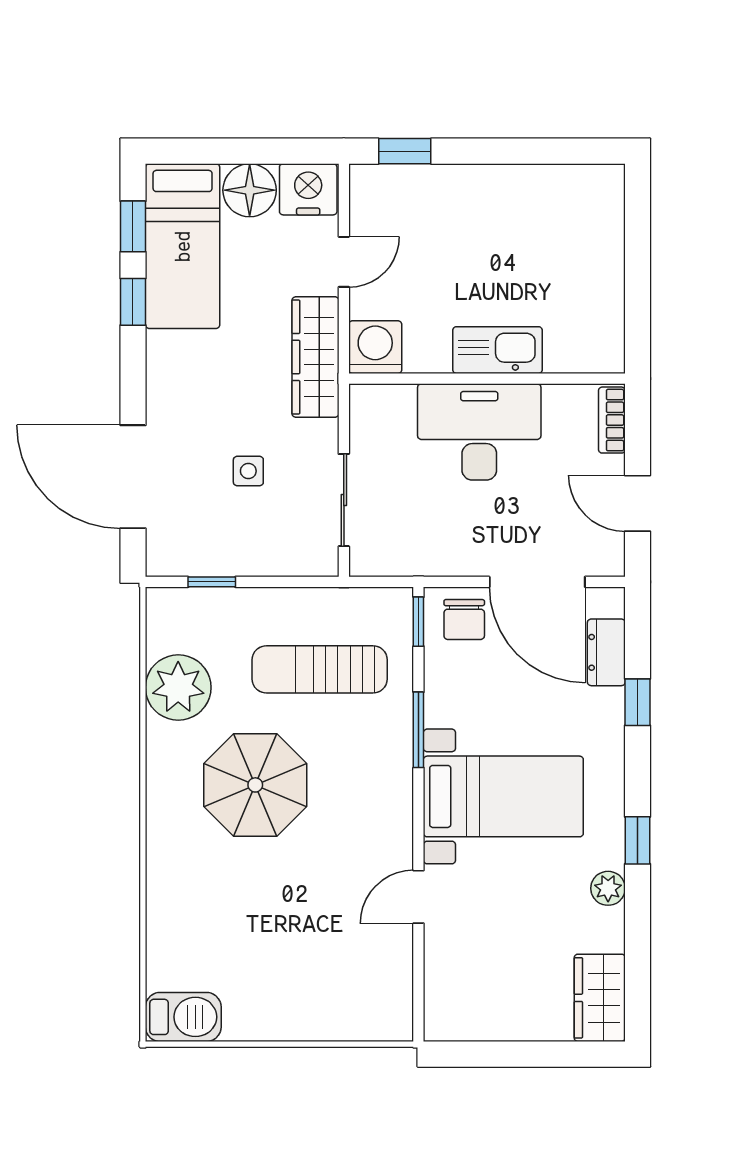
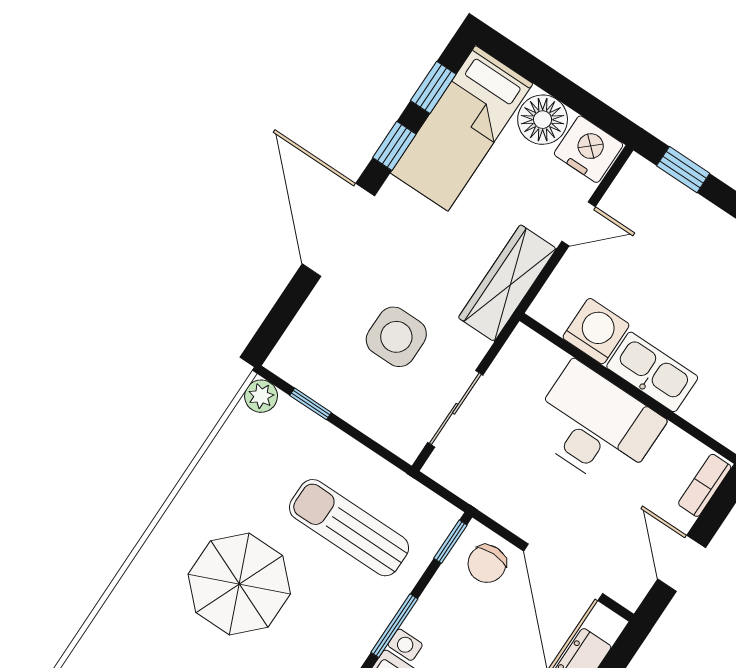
washing machine: (375, 347) -> (596, 331), moved
side table: (248, 471) -> (396, 337), width x1.87, depth x1.87
door: (133, 477) -> (338, 230), moved
plant: (178, 687) -> (261, 396), moved, width x0.53, depth x0.53

